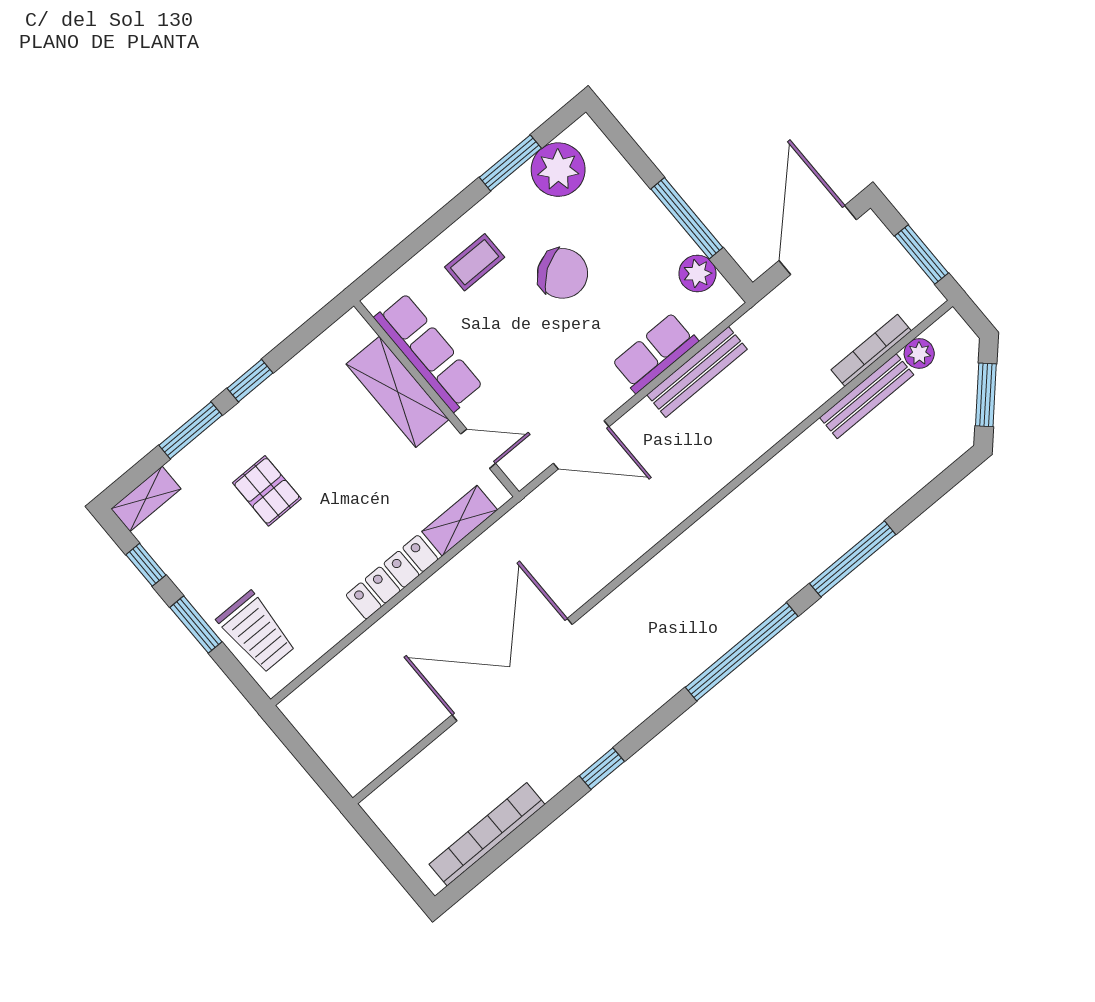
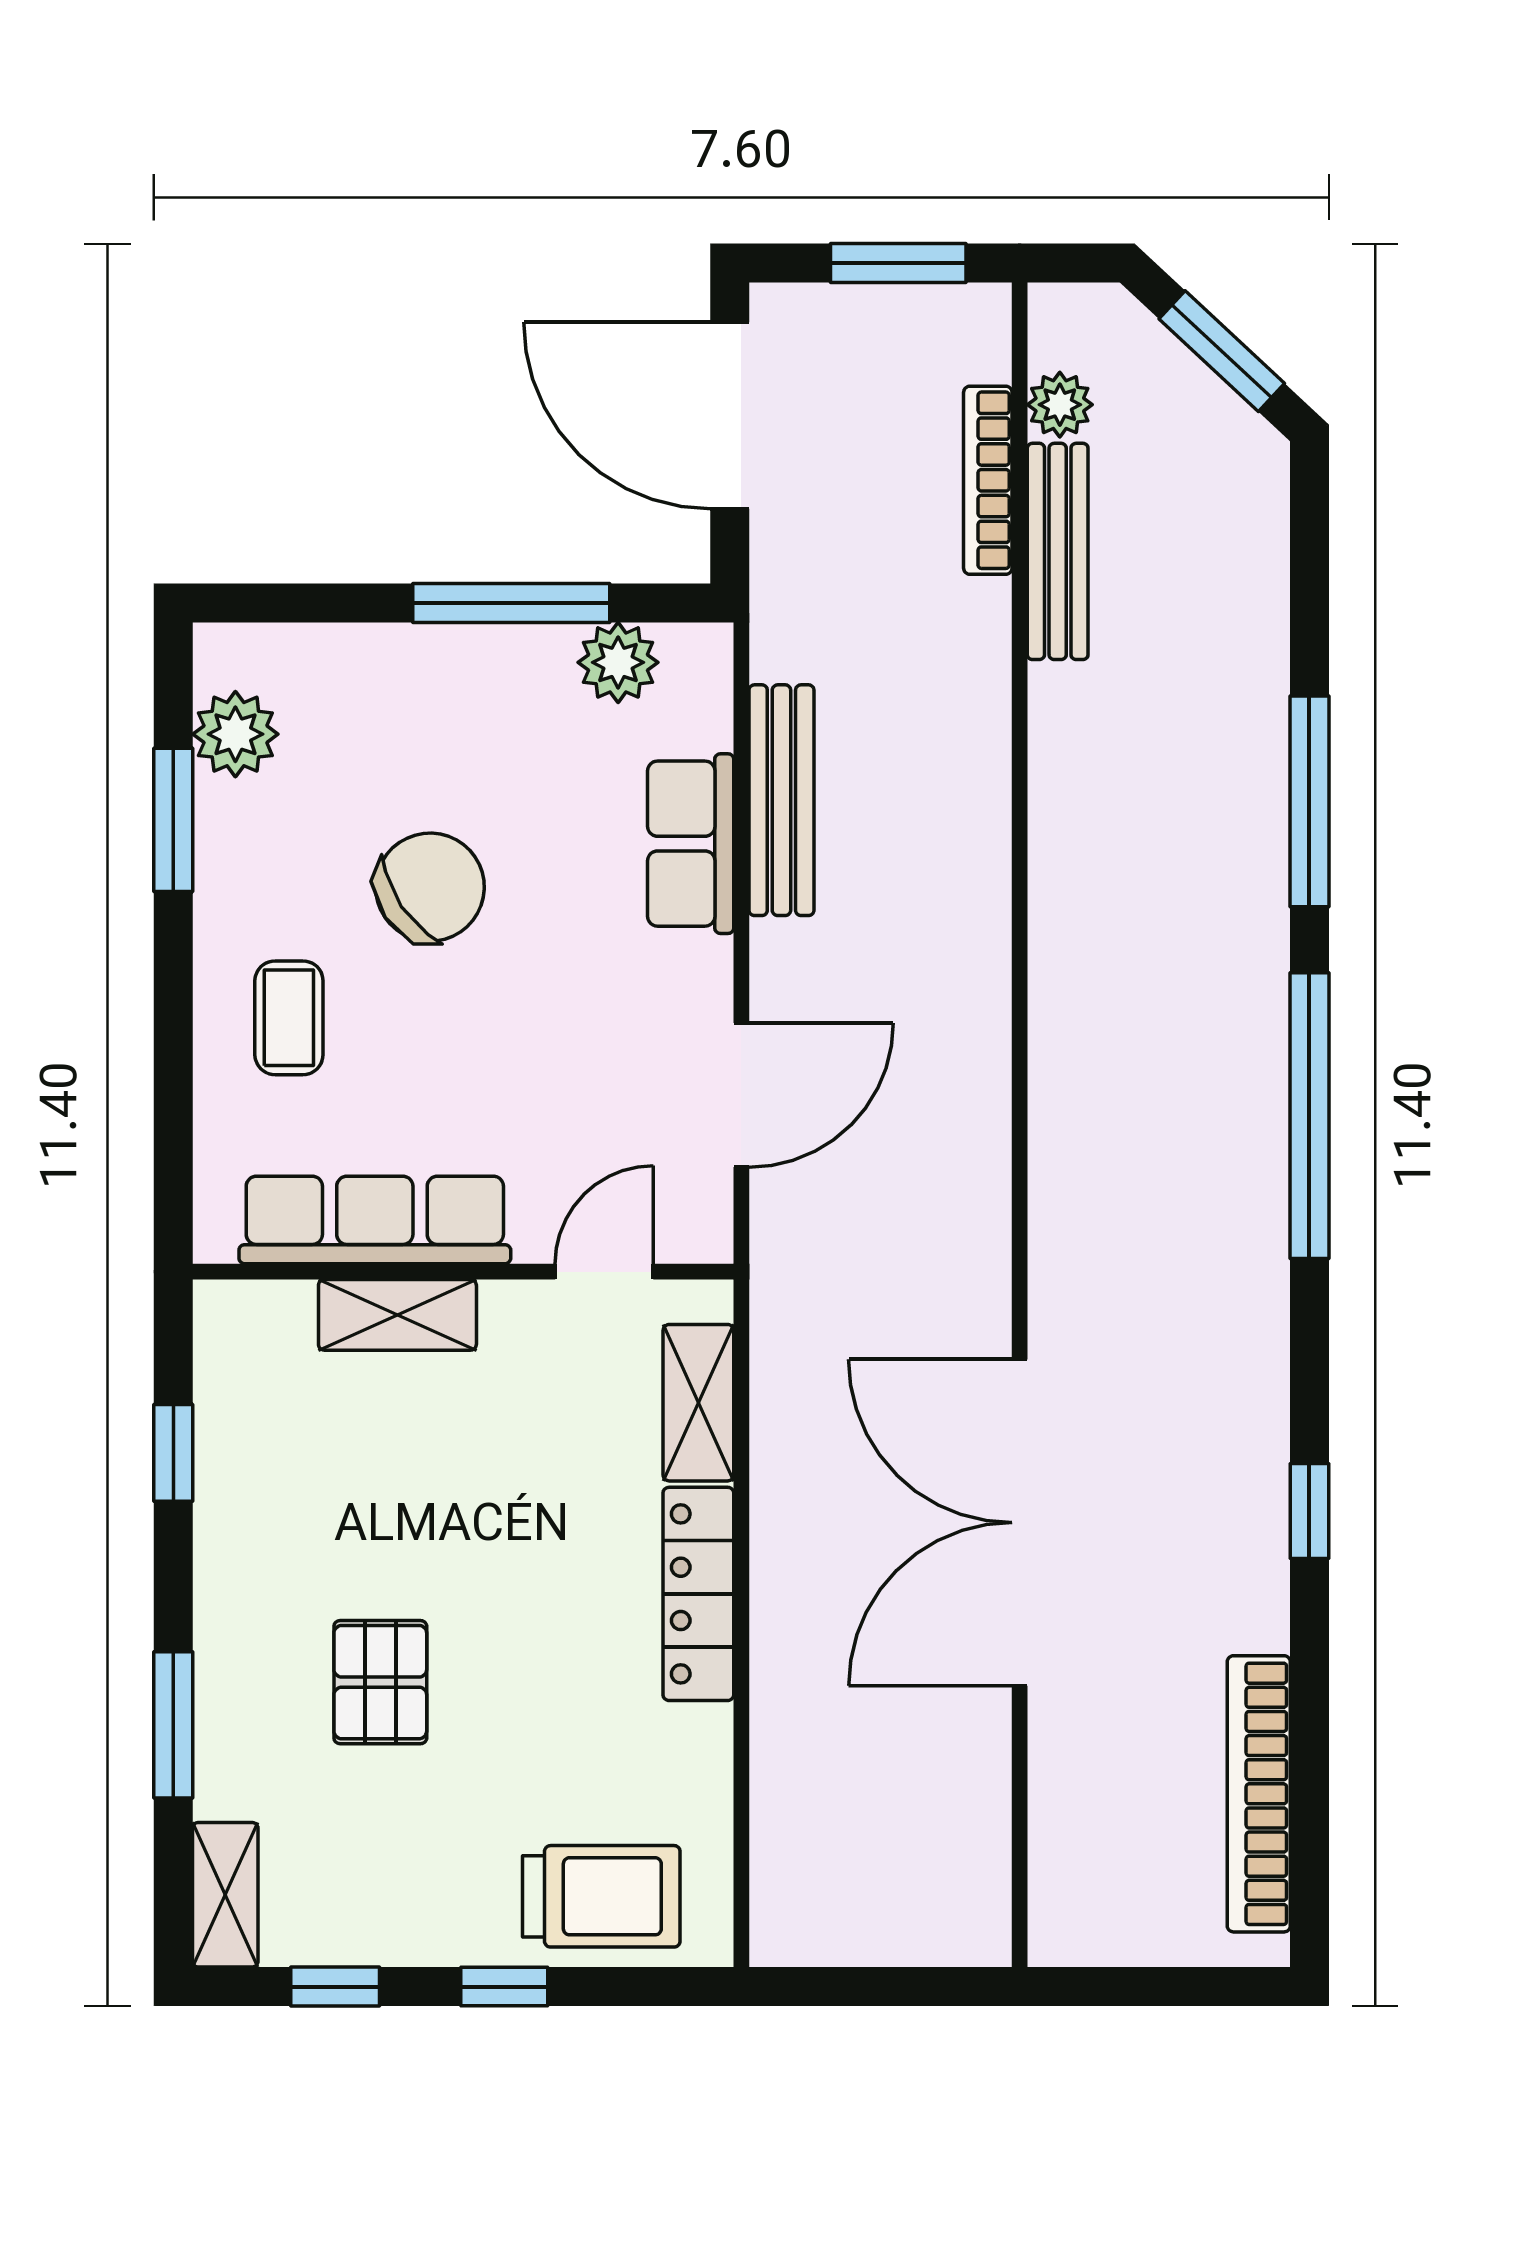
plant: (558, 170) -> (235, 734), width x0.73, depth x0.73
window: (250, 381) -> (173, 1453), moved
shelving: (398, 392) -> (397, 1315), width x0.67, depth x0.75
pallet: (267, 491) -> (380, 1682), turned 90
window: (196, 625) -> (504, 1987), width x0.67

